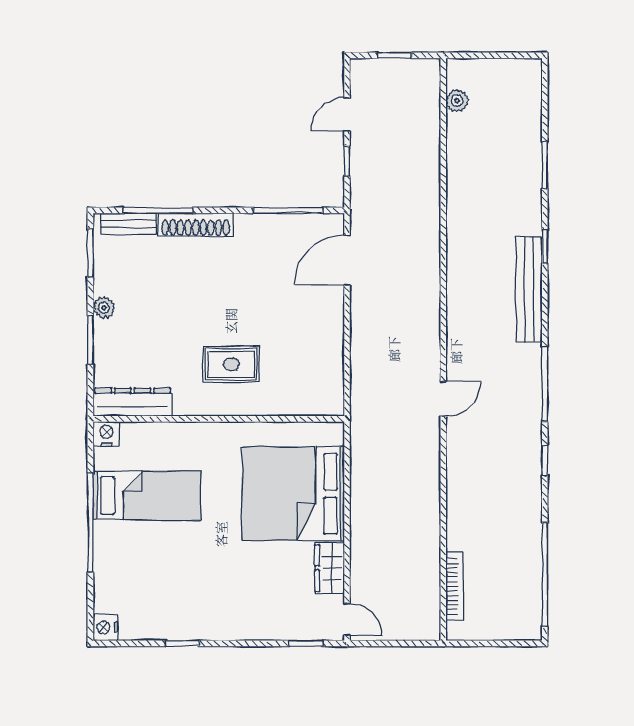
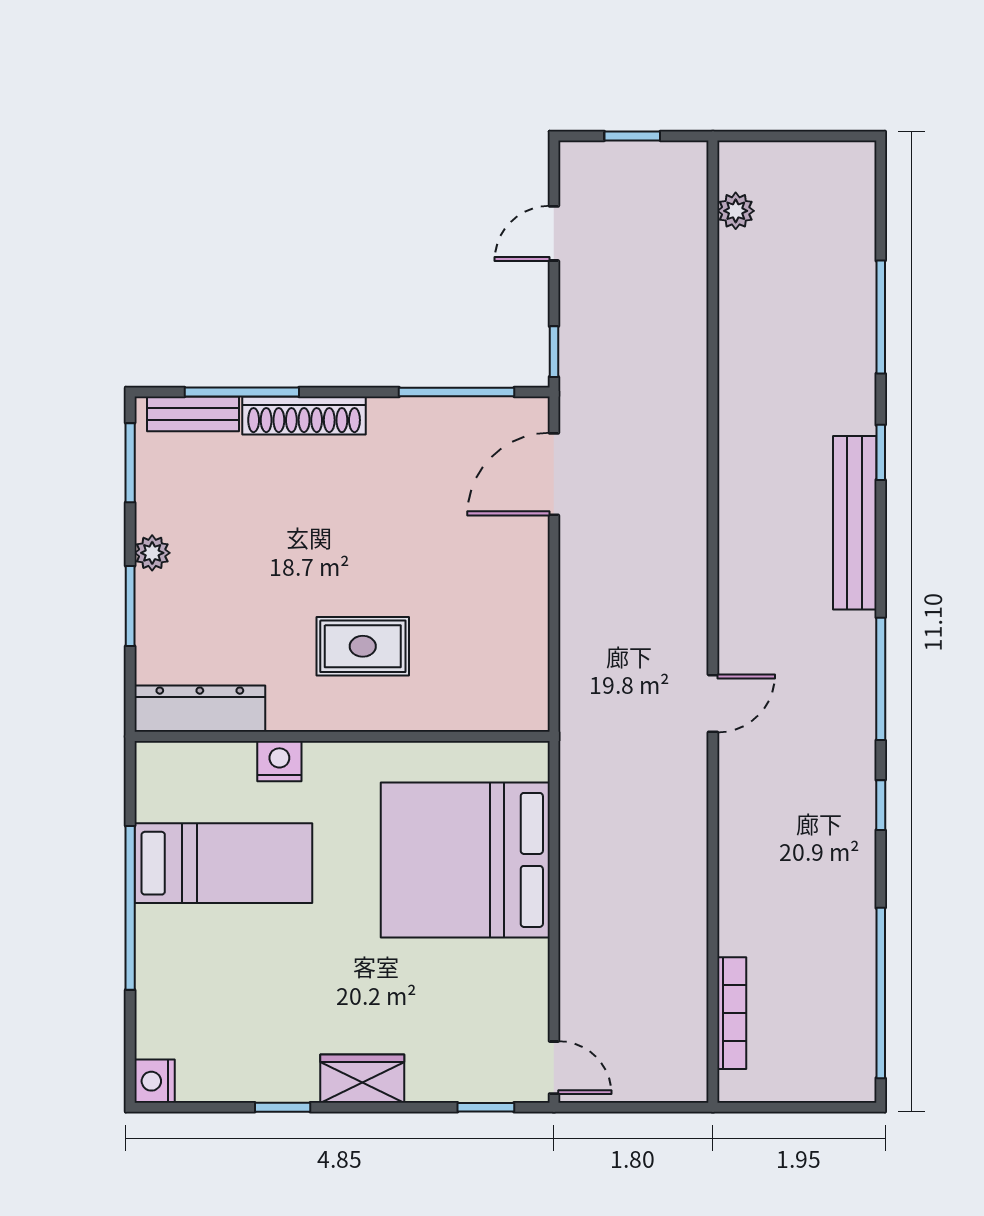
window: (347, 161) -> (554, 352), moved
window: (545, 165) -> (881, 317), width x1.44
nightstand: (106, 434) -> (279, 761), moved
wardrobe: (330, 568) -> (362, 1079), moved, turned 90

